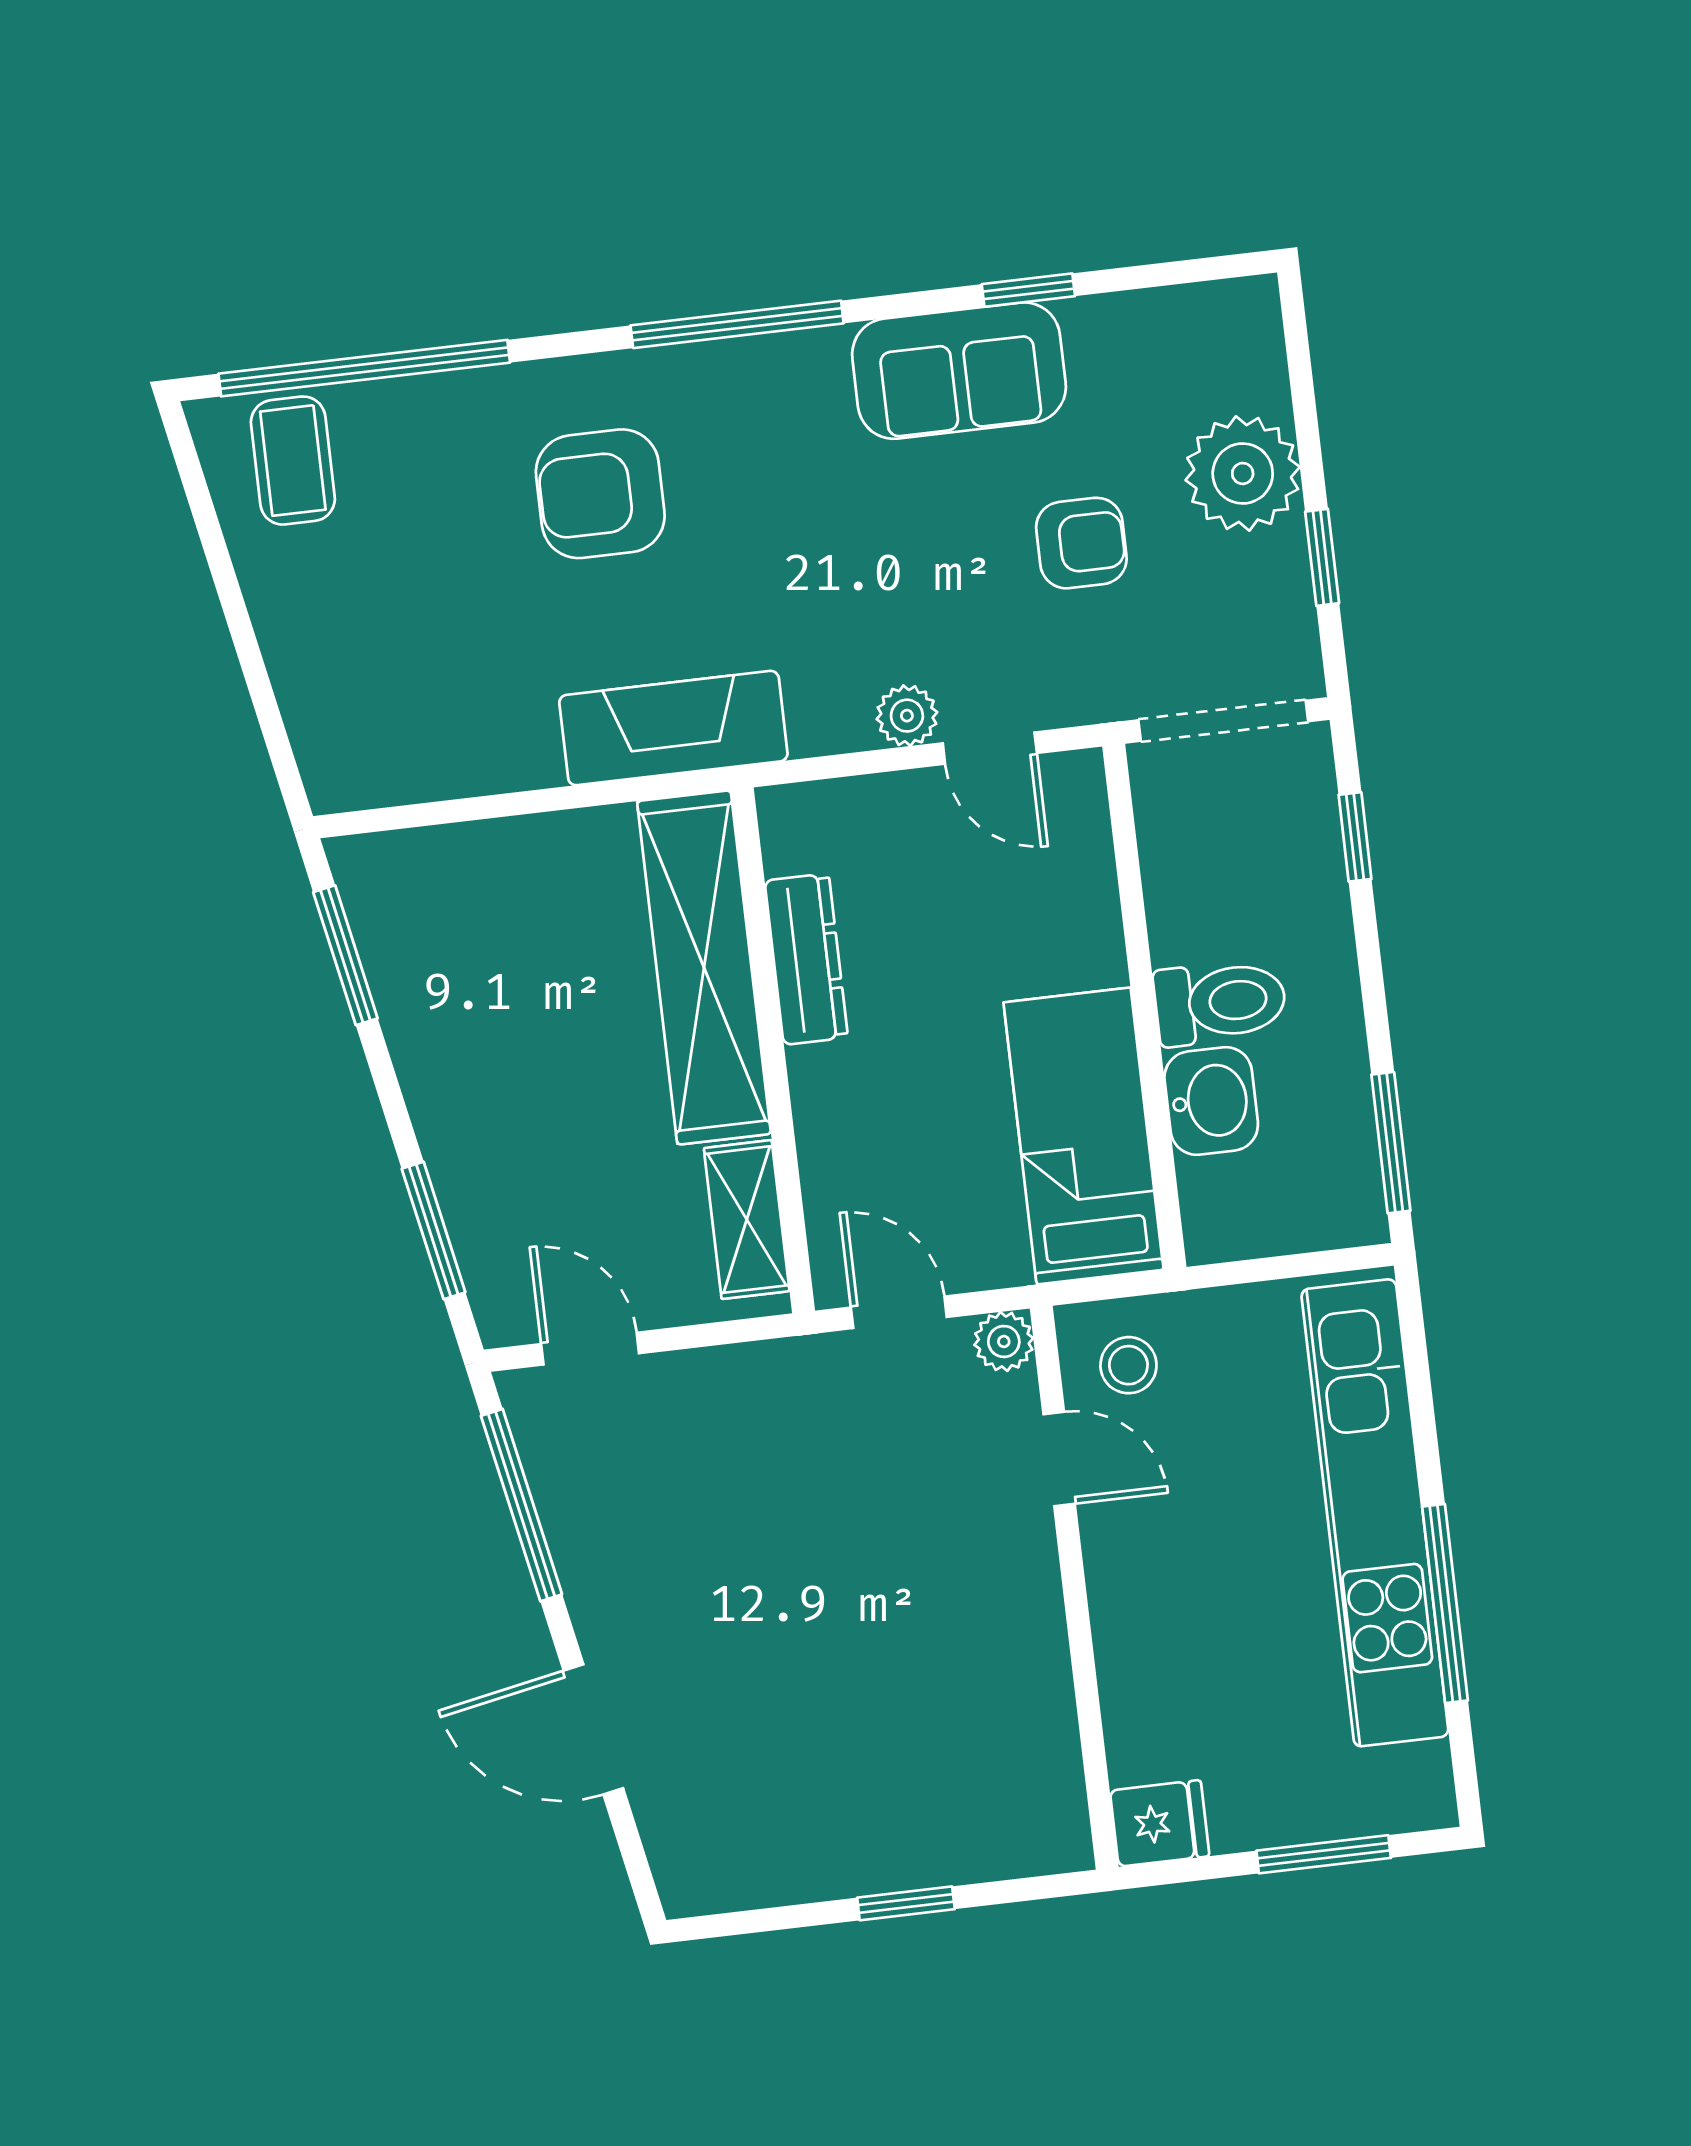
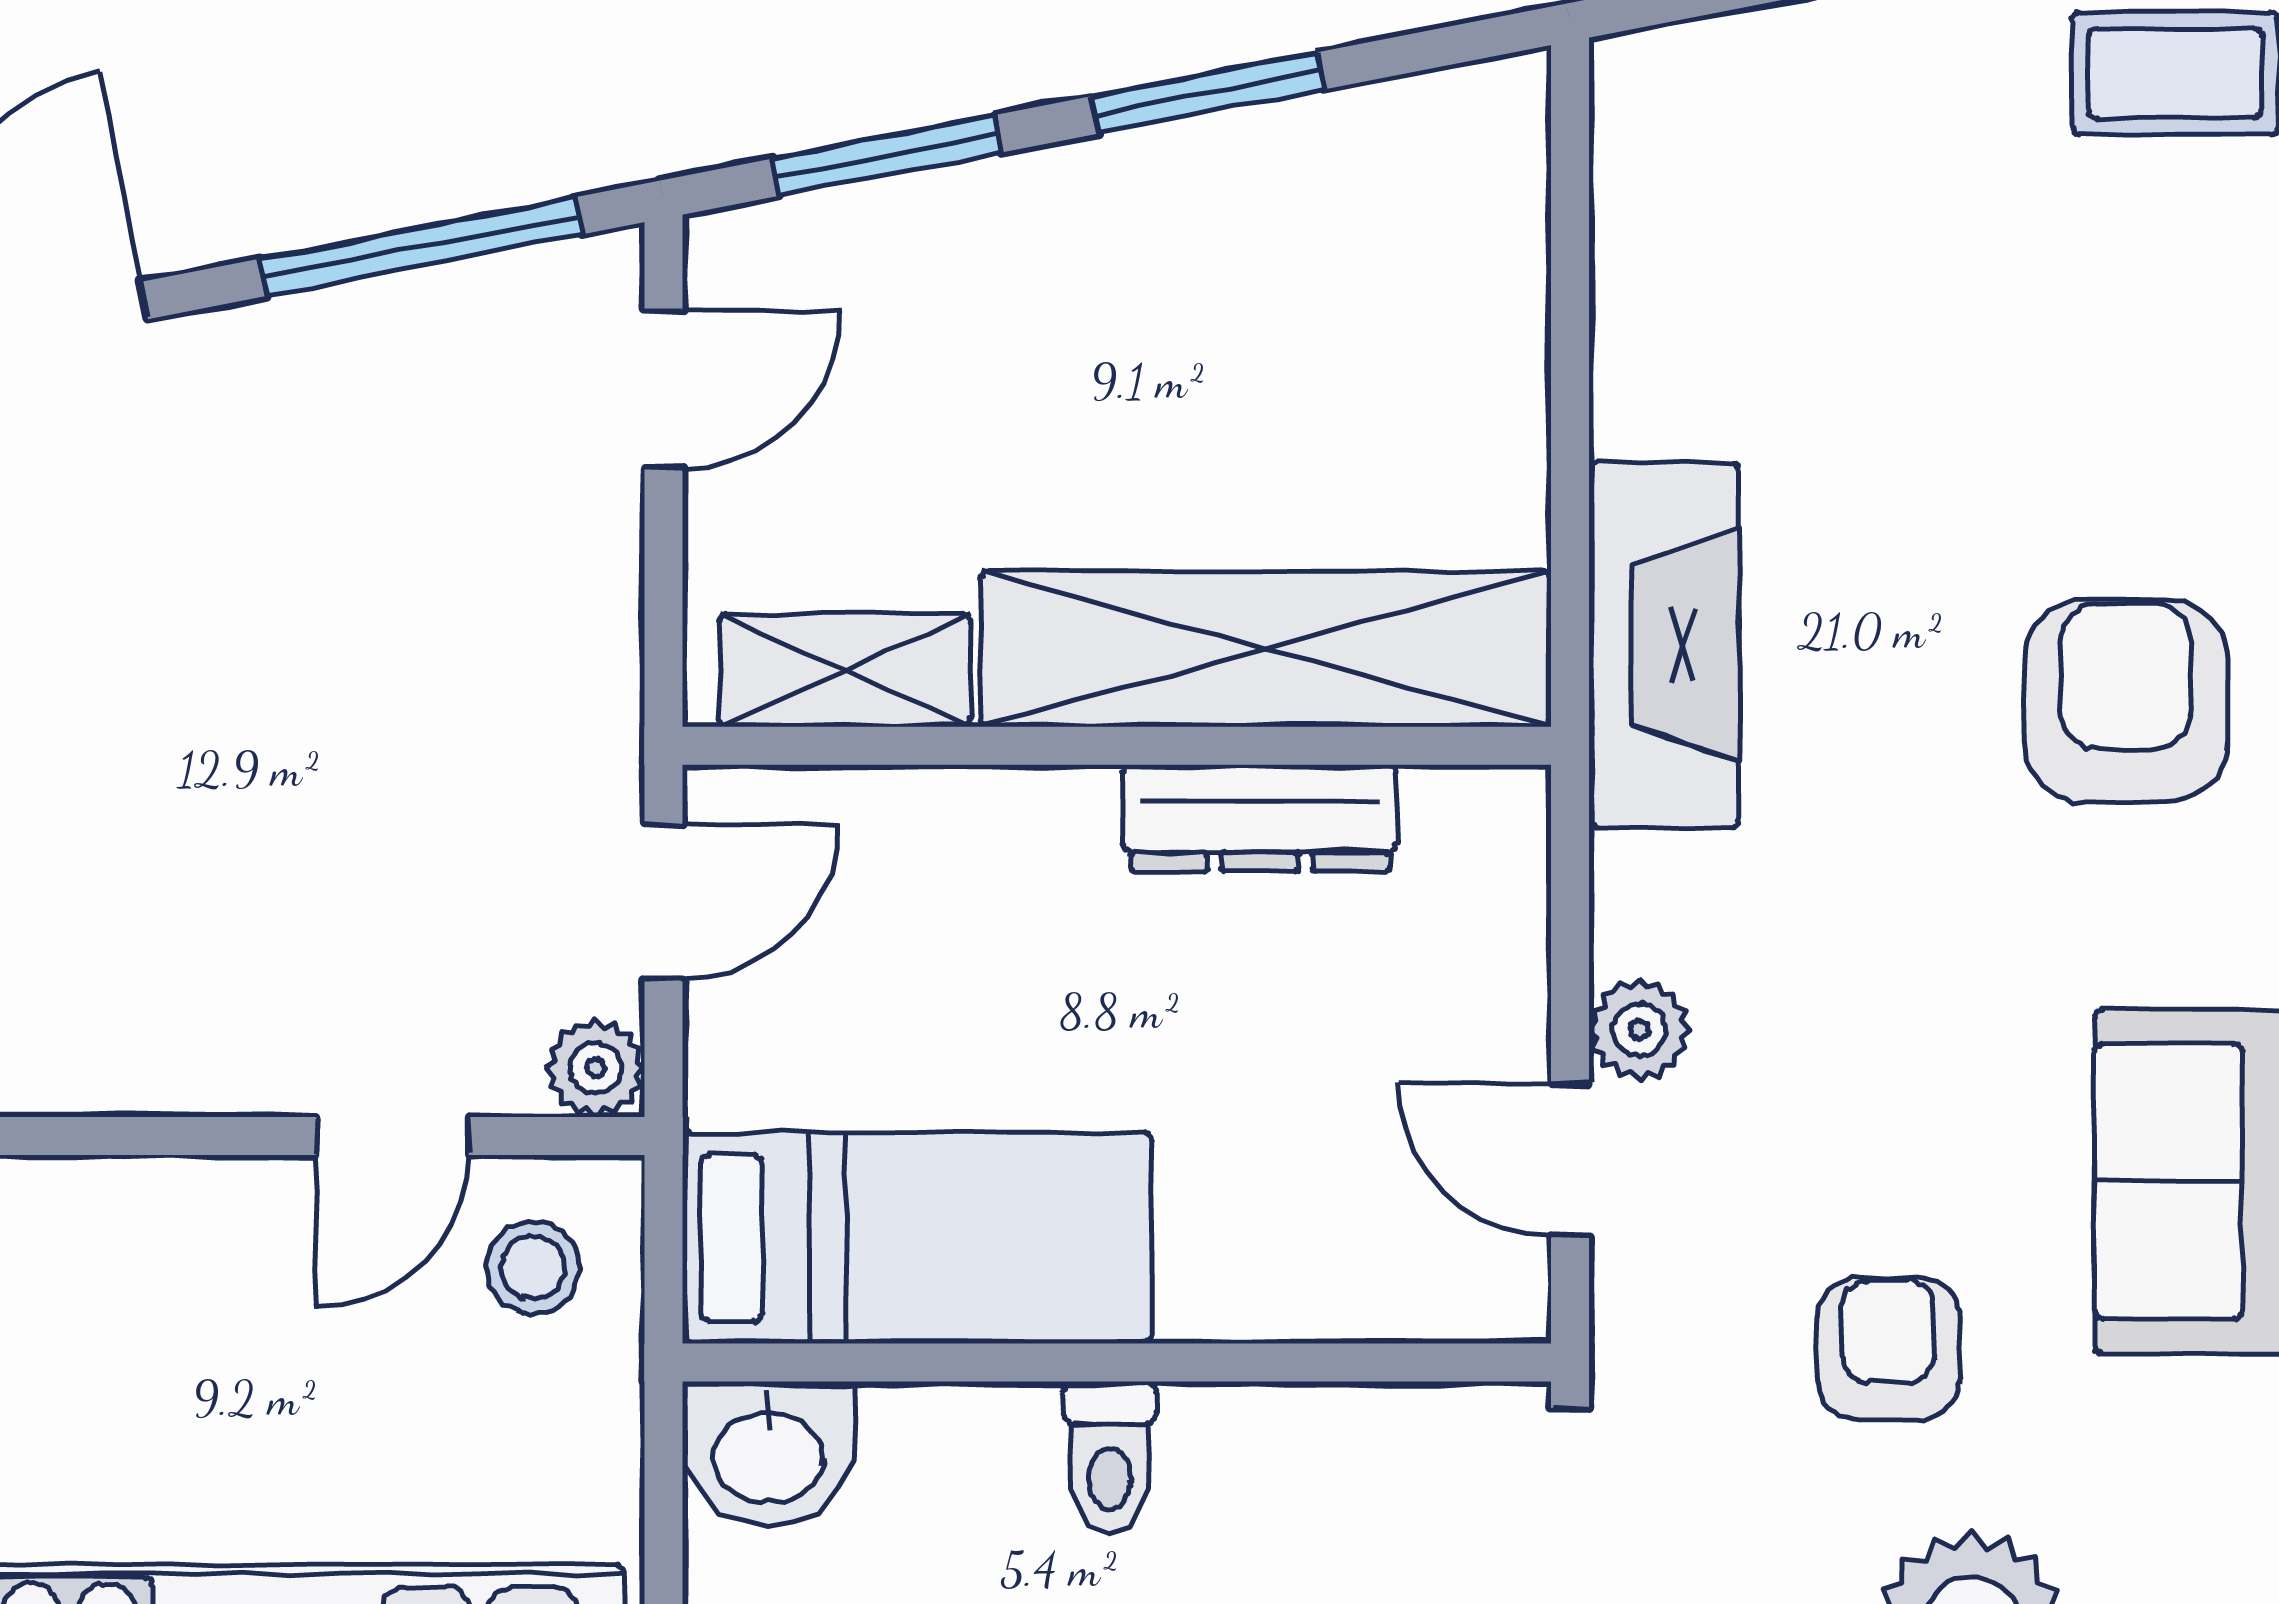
armchair: (600, 494) -> (2126, 700), moved
armchair: (1081, 543) -> (1888, 1349), turned 180
door: (990, 748) -> (1570, 1159), hinge flipped
window: (345, 955) -> (1207, 93), moved
toilet: (1220, 1002) -> (1110, 1458), width x0.73, depth x0.72
washbasin: (1211, 1101) -> (768, 1454), moved

